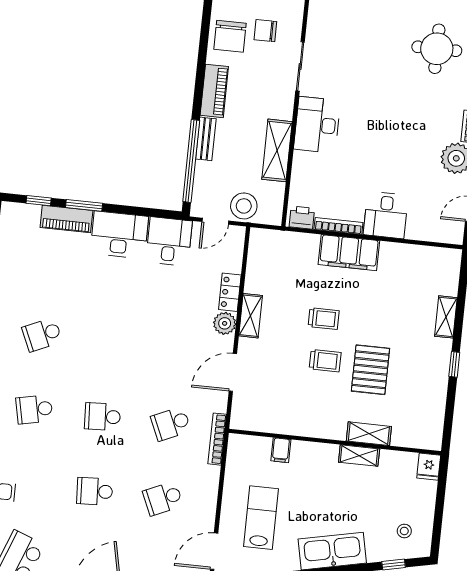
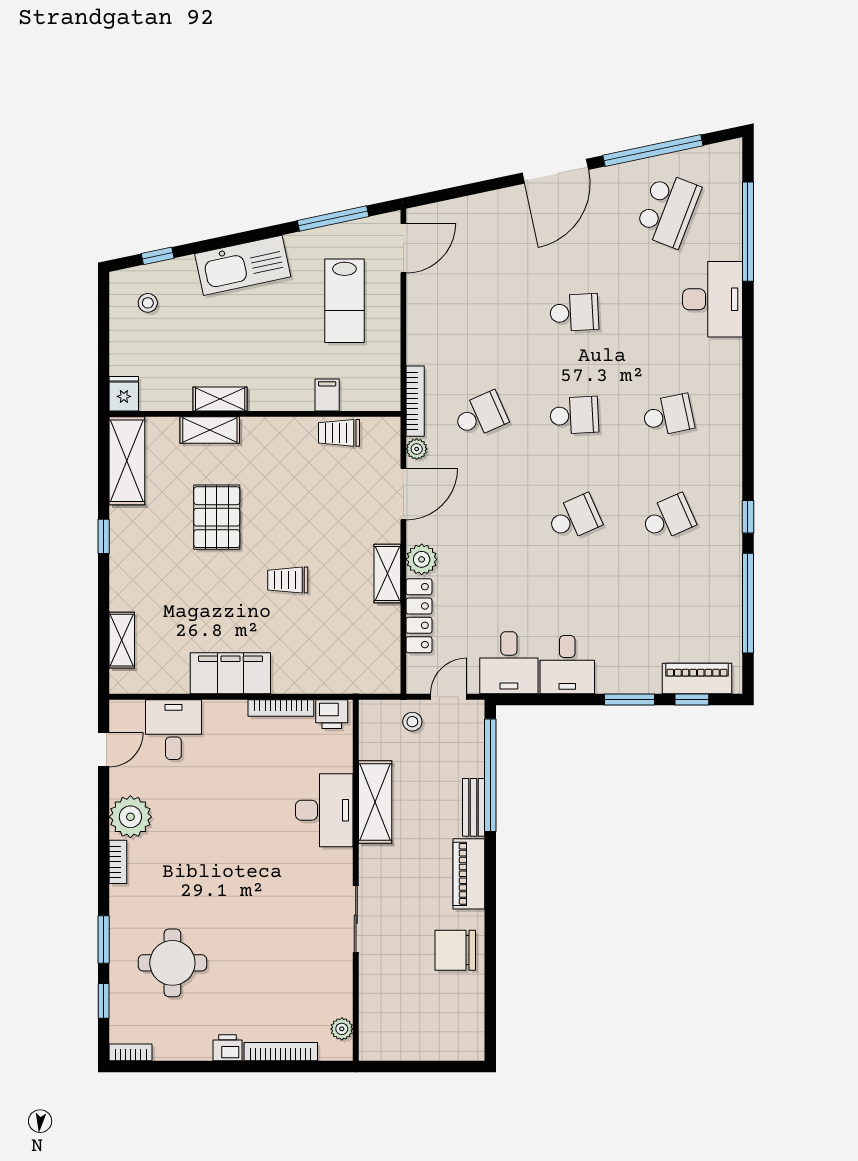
chair: (265, 31) -> (408, 963), removed
chair: (230, 36) -> (455, 950), turned -90
desk: (317, 125) -> (324, 810), moved
stool: (244, 206) -> (412, 722), width x0.53, depth x0.53
desk: (386, 215) -> (173, 730), moved
piano: (66, 219) -> (697, 679), moved
desk: (119, 235) -> (567, 665), width x0.73
filing cabinet: (349, 253) -> (230, 673), moved
locker: (230, 292) -> (419, 616), width x1.53
shelving: (446, 317) -> (122, 640), moved
trolley: (325, 361) -> (339, 433), moved
plant: (220, 404) -> (417, 449), added
shelving: (432, 418) -> (127, 461), added
school desk: (163, 498) -> (574, 518), moved

